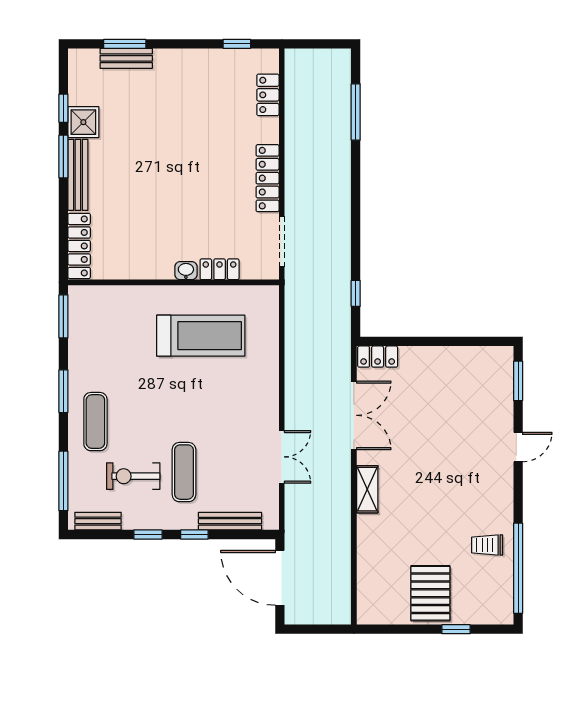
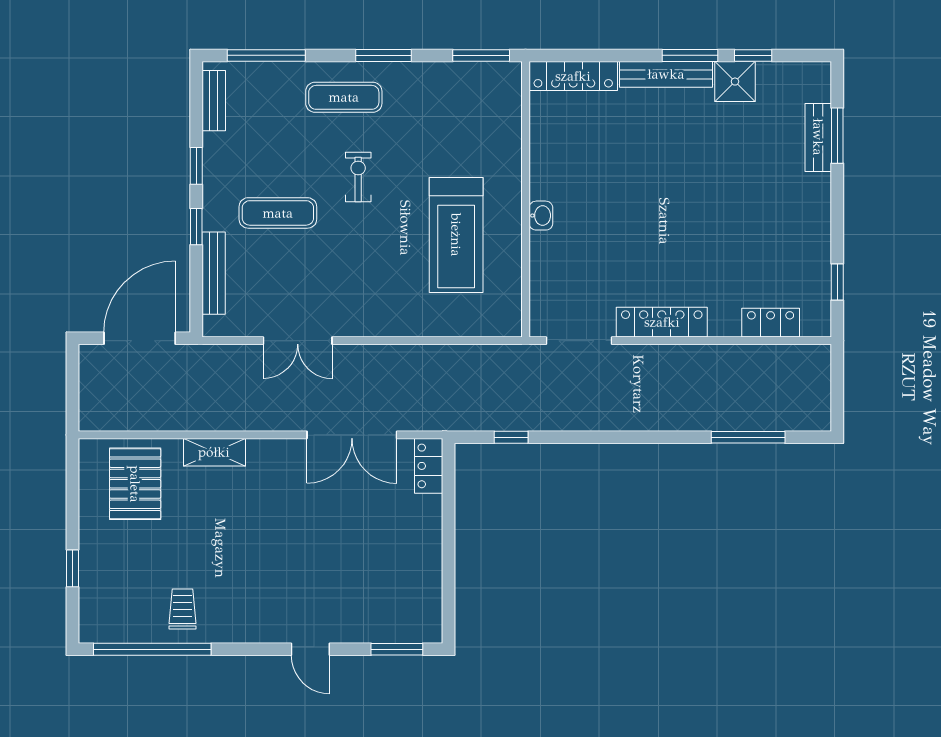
locker: (220, 269) -> (543, 259), removed
exercise bike: (133, 476) -> (358, 177), moved, width x0.73, depth x0.72
shelving: (367, 489) -> (214, 452), moved
pallet: (430, 593) -> (135, 484), moved, turned 90

